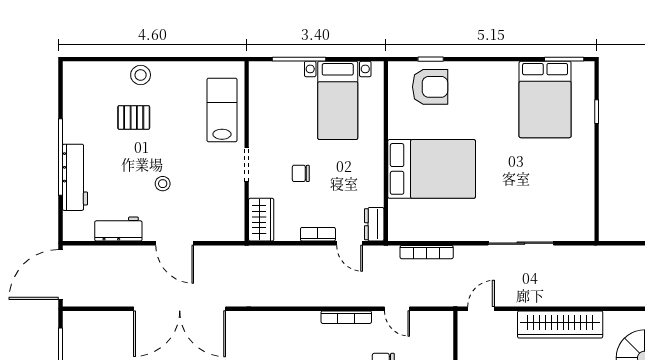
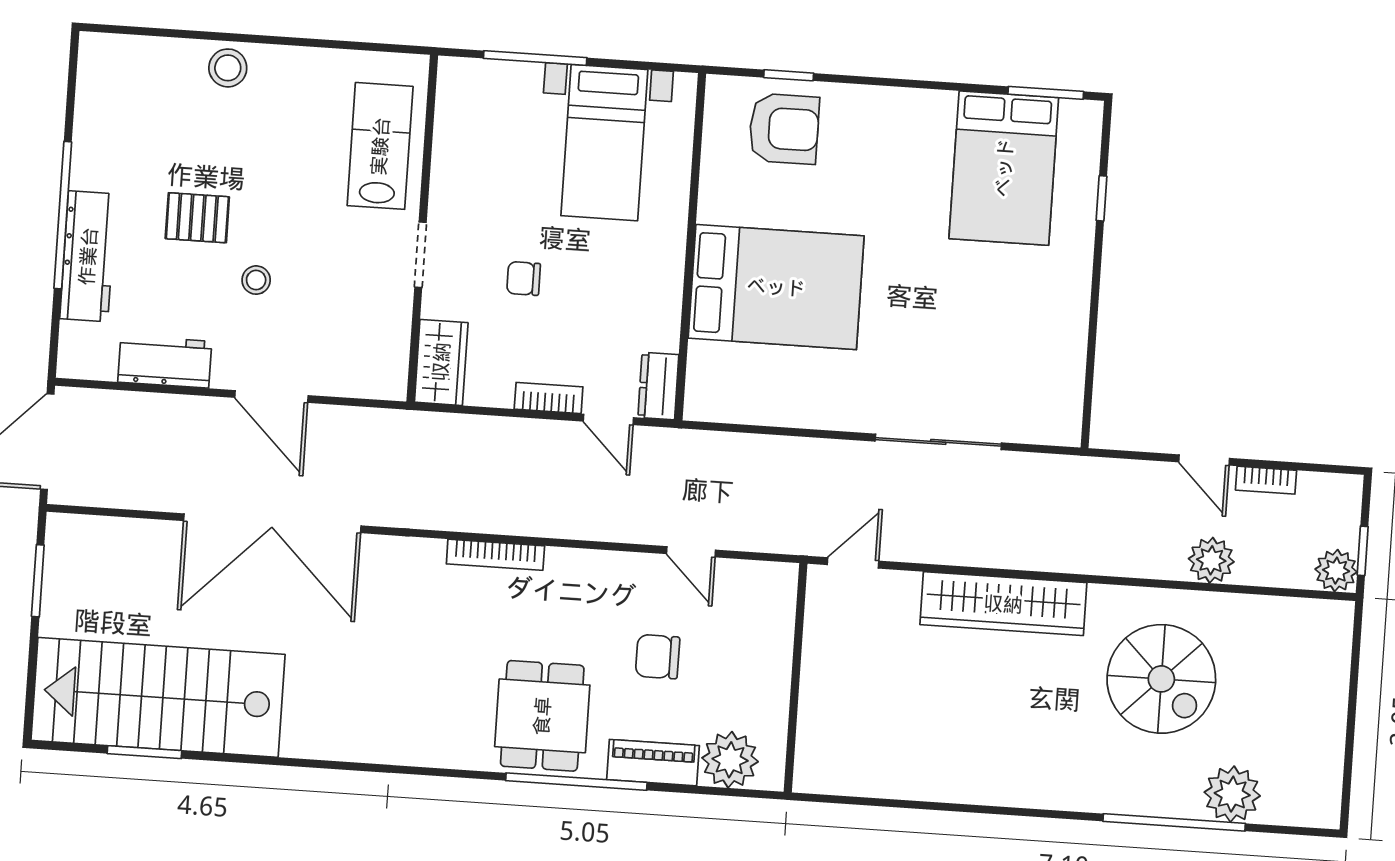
pallet: (134, 117) -> (197, 218), moved
bookcase: (427, 252) -> (756, 447), removed
bookcase: (346, 317) -> (495, 555), moved

